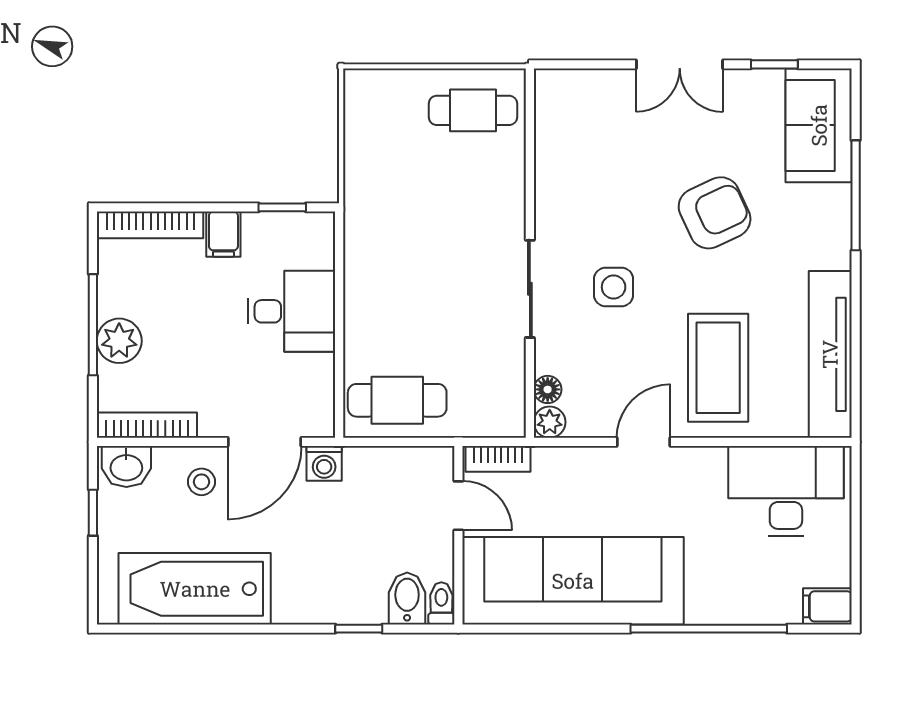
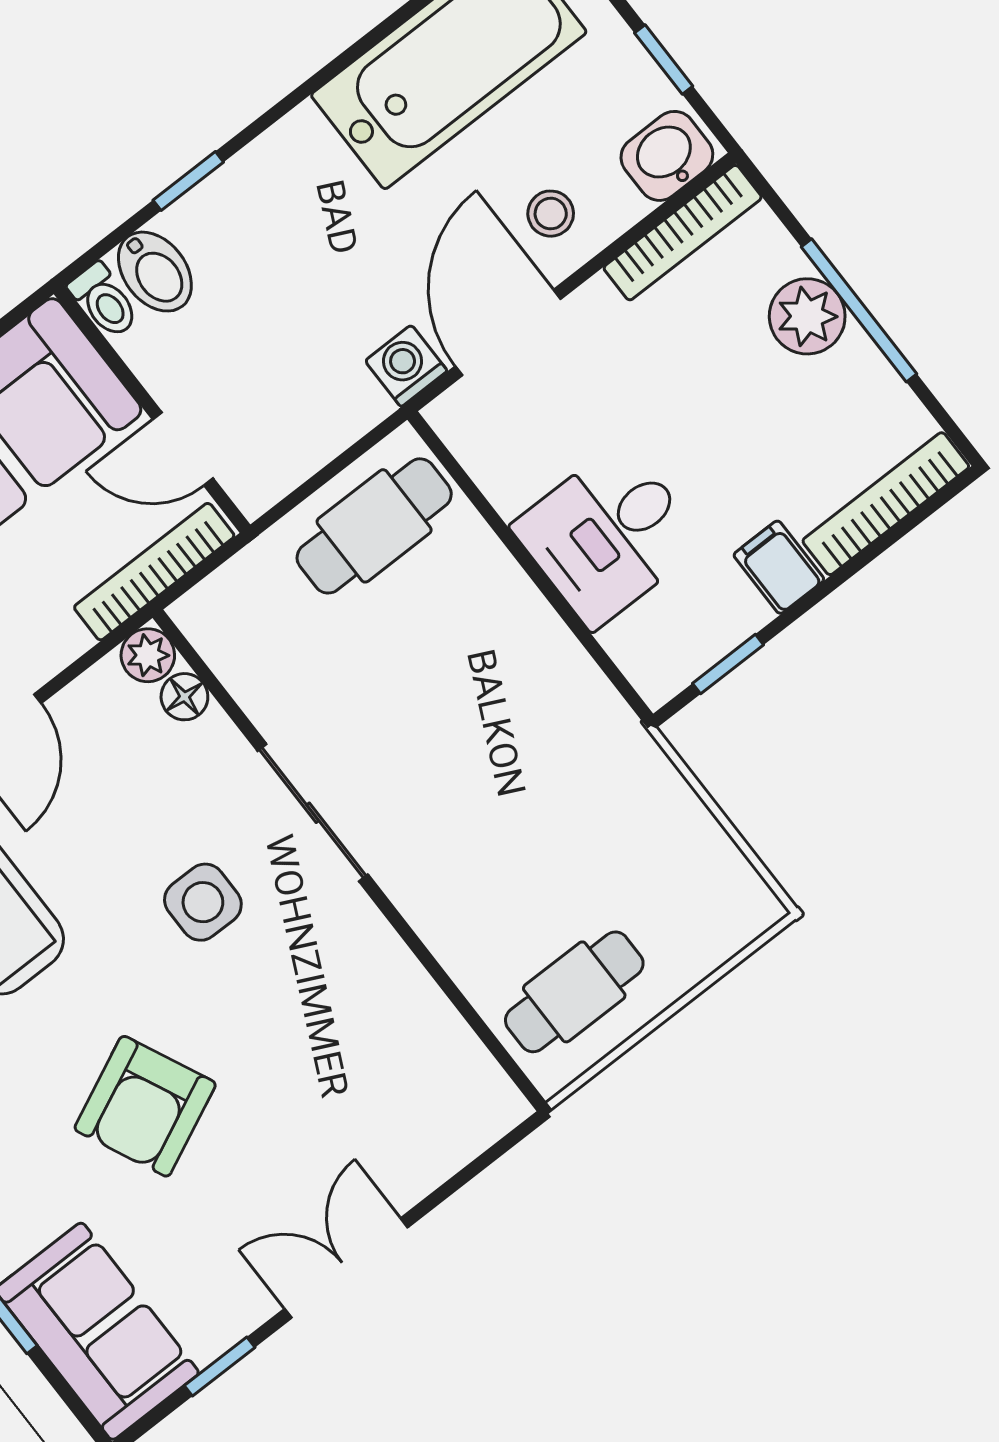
bookcase: (498, 459) -> (154, 572), width x1.56

